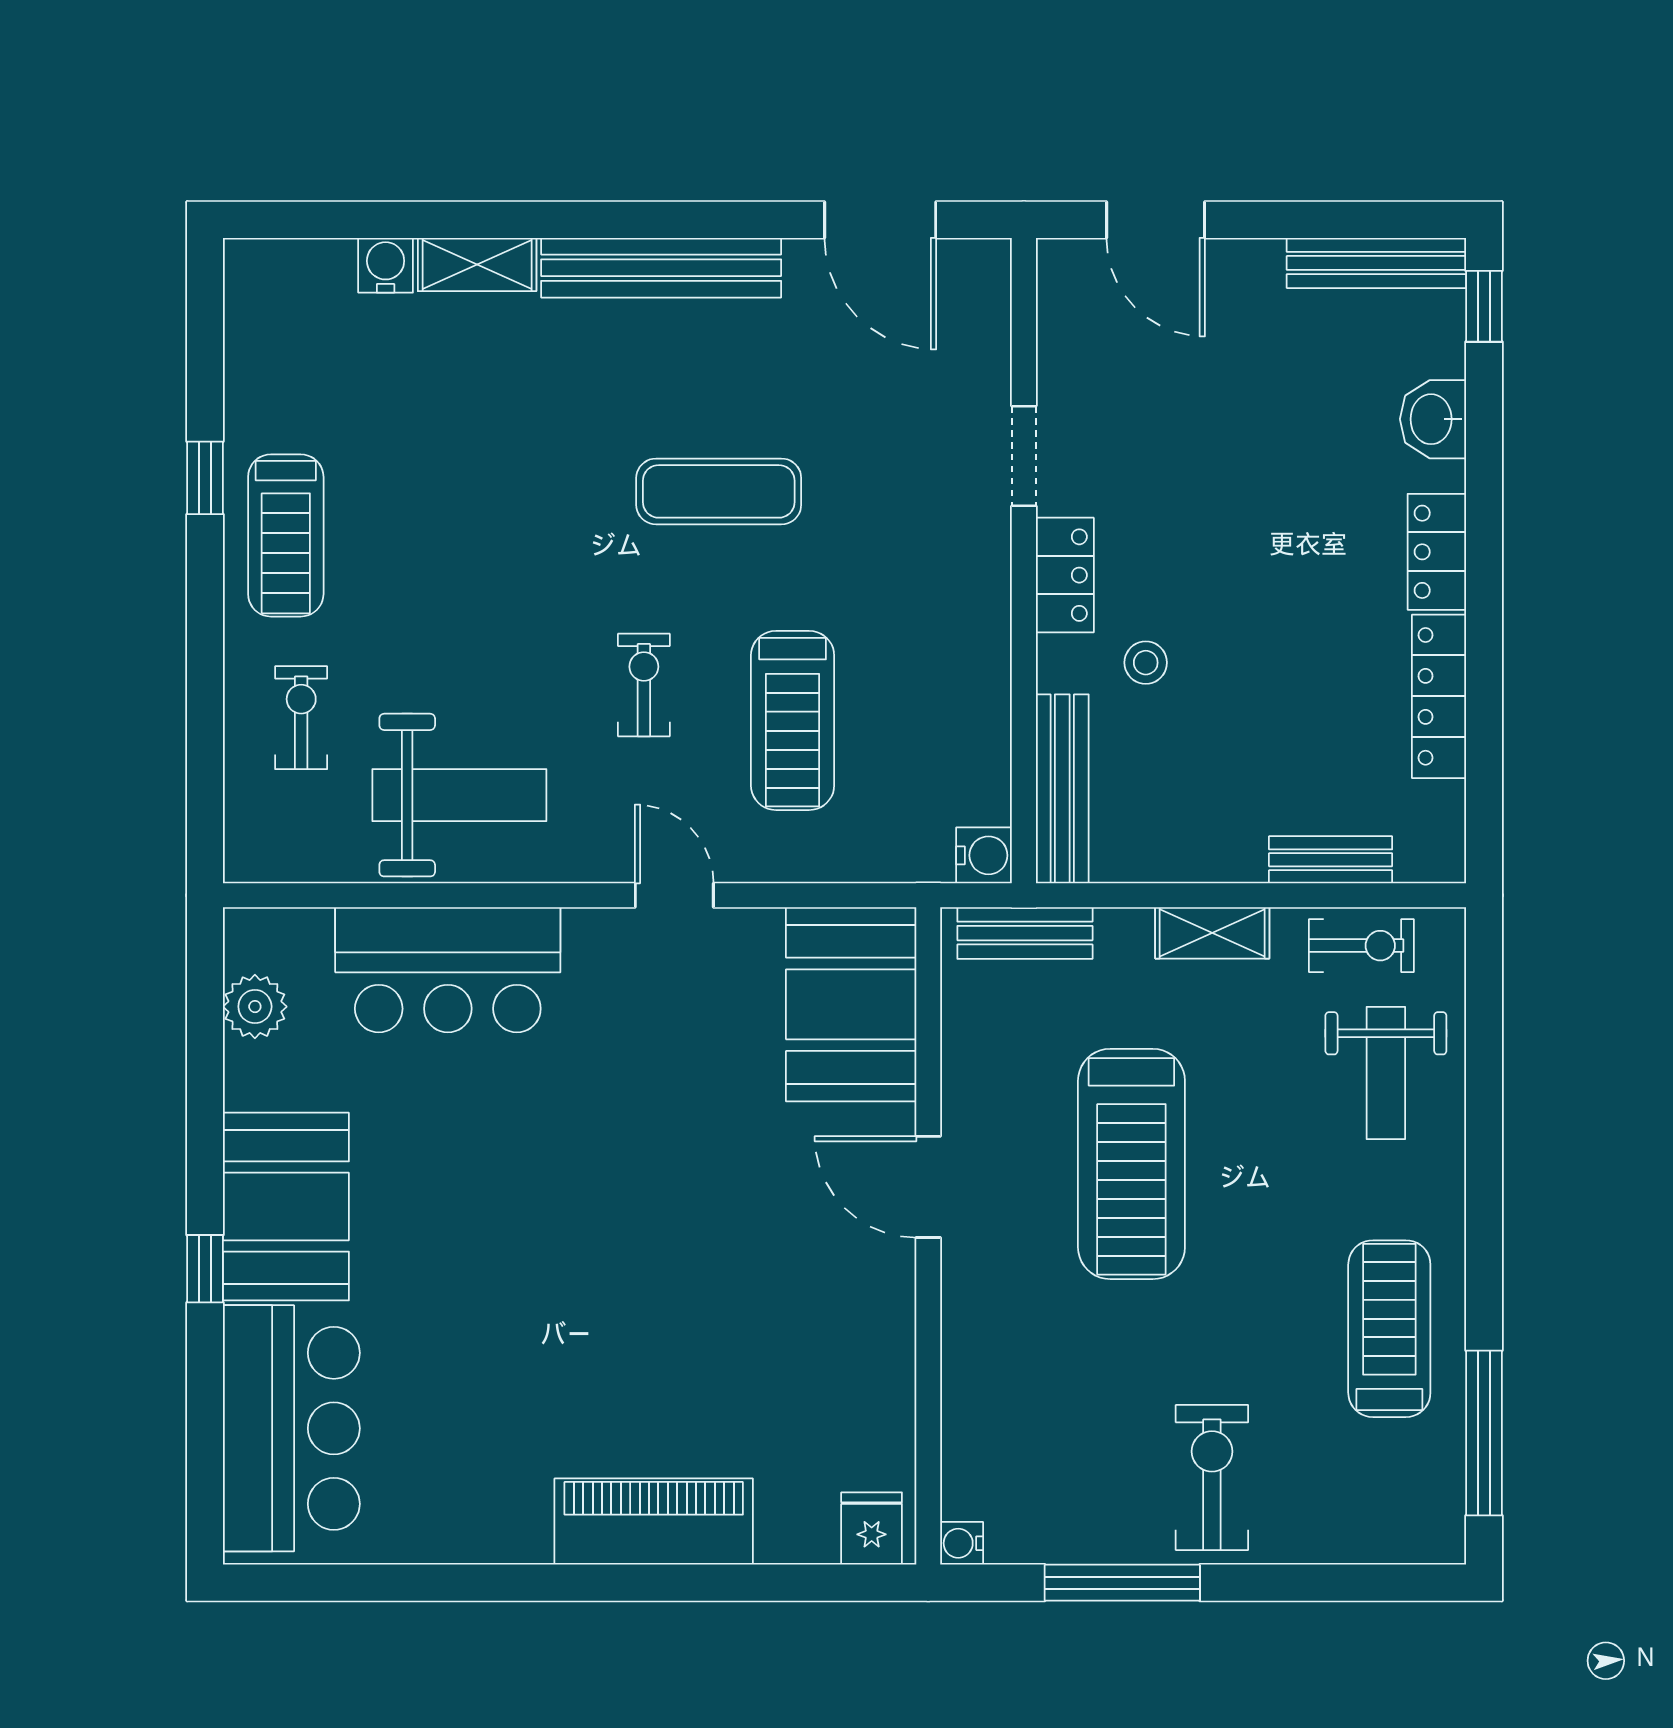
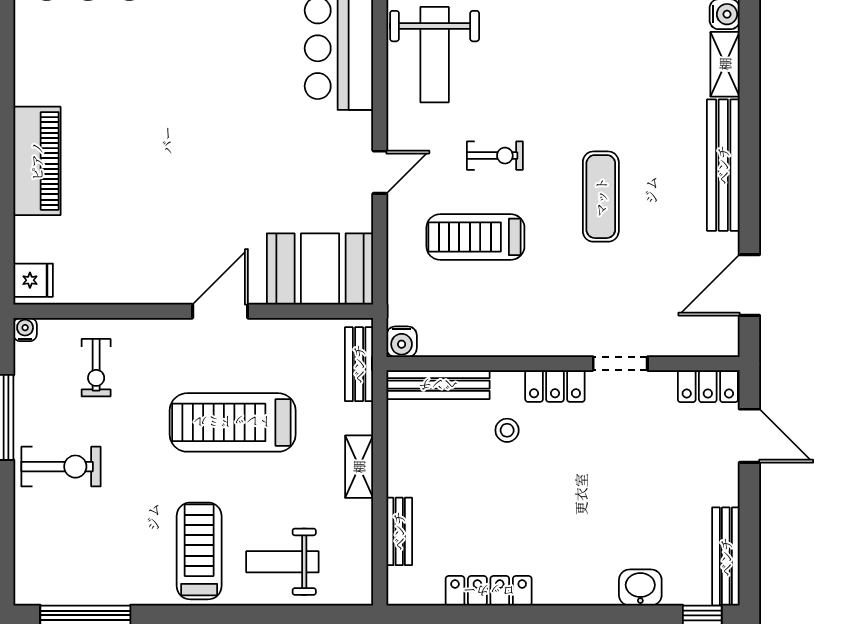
door: (1156, 220) -> (749, 436), swing flipped
locker: (1437, 552) -> (708, 386), moved, turned 180
exercise bike: (1361, 946) -> (96, 368), moved
treadmill: (1389, 1329) -> (199, 551), moved, turned -90

